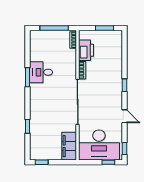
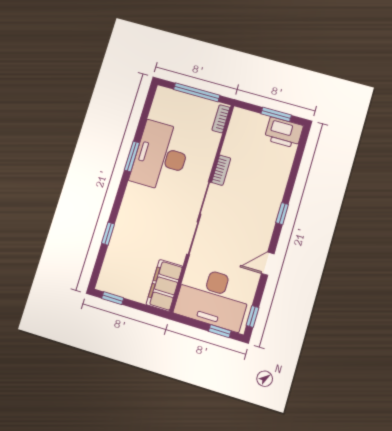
printer: (86, 50) -> (284, 133), moved, turned 90
desk: (41, 72) -> (161, 156), width x1.87, depth x1.30
door: (124, 116) -> (268, 264), swing flipped

